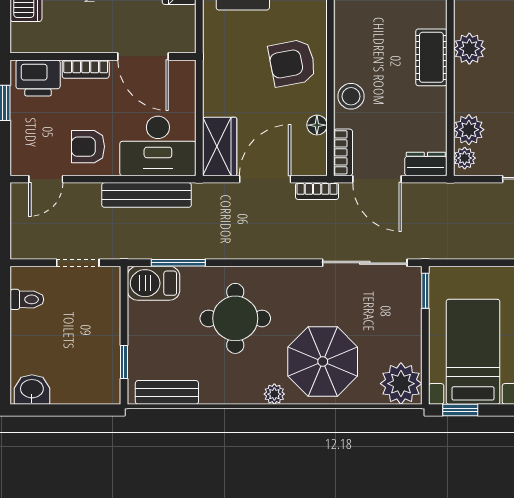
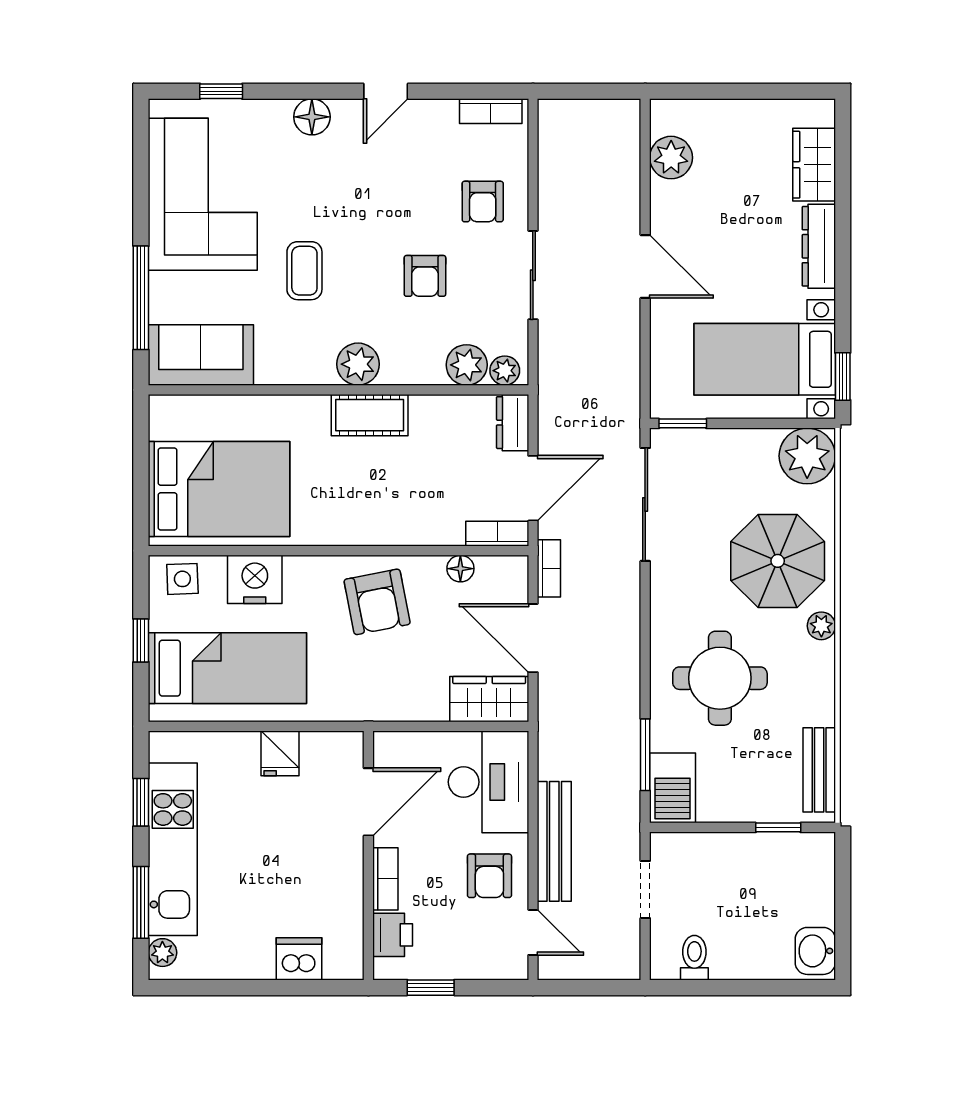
printer: (38, 78) -> (393, 935), width x0.73, depth x0.81
stool: (351, 96) -> (422, 523), removed
bench: (147, 195) -> (554, 841), moved

